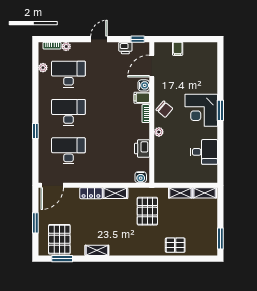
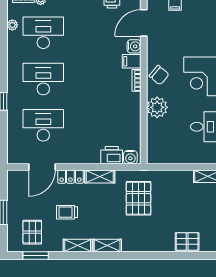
plant: (159, 132) -> (157, 107), width x1.87, depth x1.87
printer: (142, 149) -> (112, 155), moved, turned 90
door: (52, 185) -> (42, 167), moved
shelving: (180, 193) -> (107, 246), moved
trolley: (88, 223) -> (67, 212), added
pallet: (59, 239) -> (32, 232), width x0.67, depth x0.71
pallet: (175, 245) -> (187, 241), moved

